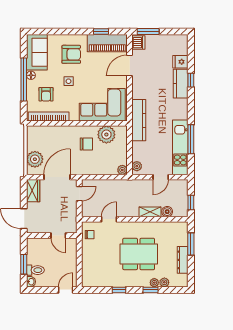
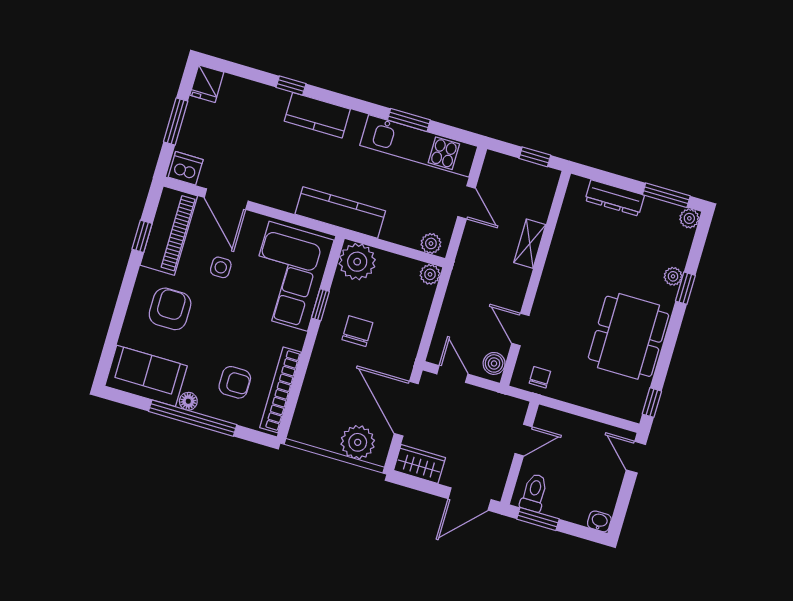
window: (148, 32) -> (176, 122), moved
fridge: (180, 62) -> (207, 84), moved
side table: (69, 81) -> (221, 267), moved
kitchen counter: (181, 84) -> (317, 115), moved
window: (93, 123) -> (320, 305), added
plant: (106, 135) -> (357, 262), moved
window: (191, 139) -> (409, 120), width x0.69
boiler: (167, 212) -> (494, 363), moved
window: (191, 244) -> (666, 195), moved
dining table: (139, 254) -> (628, 336), moved
dresser: (183, 260) -> (615, 198), moved
window: (24, 264) -> (538, 519), moved
toilet: (35, 270) -> (534, 493), moved
plant: (164, 282) -> (689, 218), moved
window: (119, 290) -> (652, 403), moved

